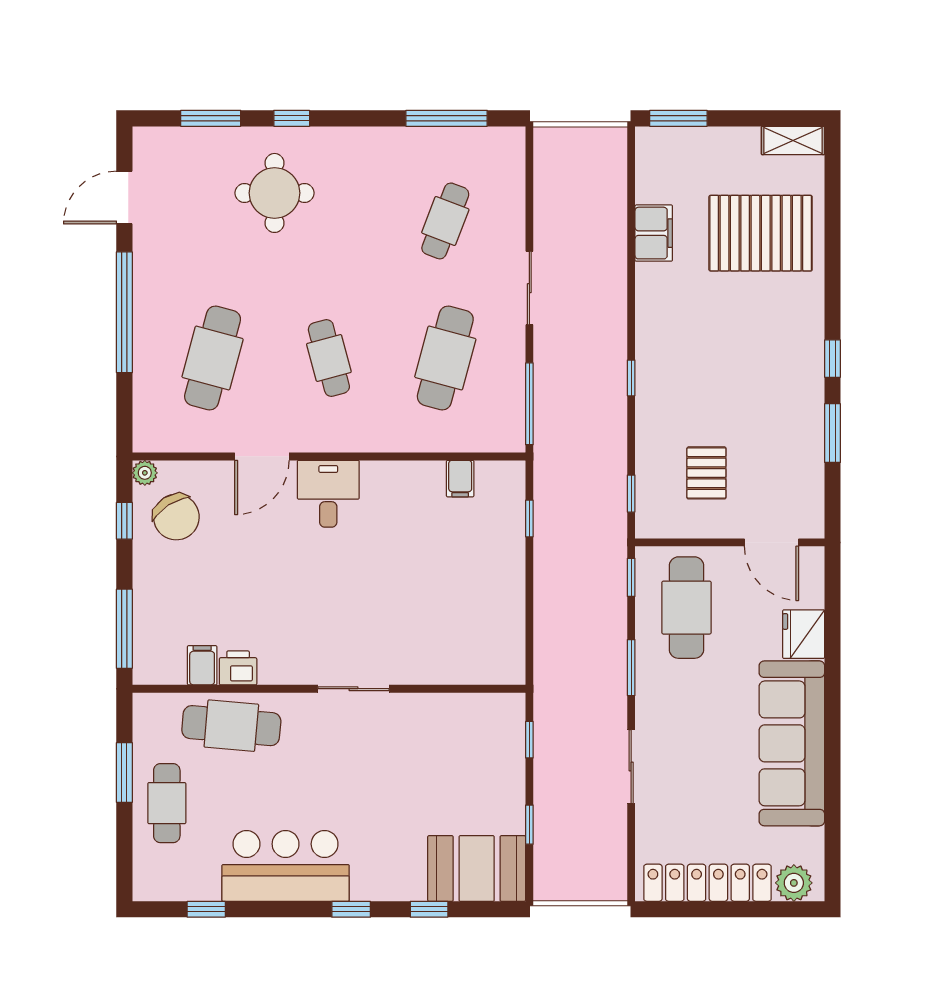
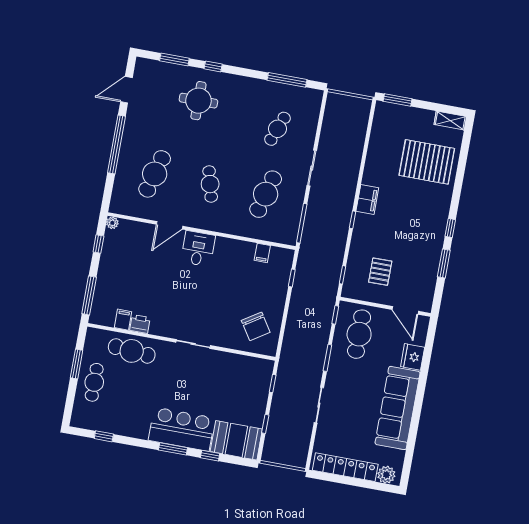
filing cabinet: (654, 233) -> (367, 199), moved
chair: (176, 517) -> (256, 326), moved
bar counter: (286, 866) -> (182, 429), moved
window: (351, 909) -> (173, 449), width x1.50

